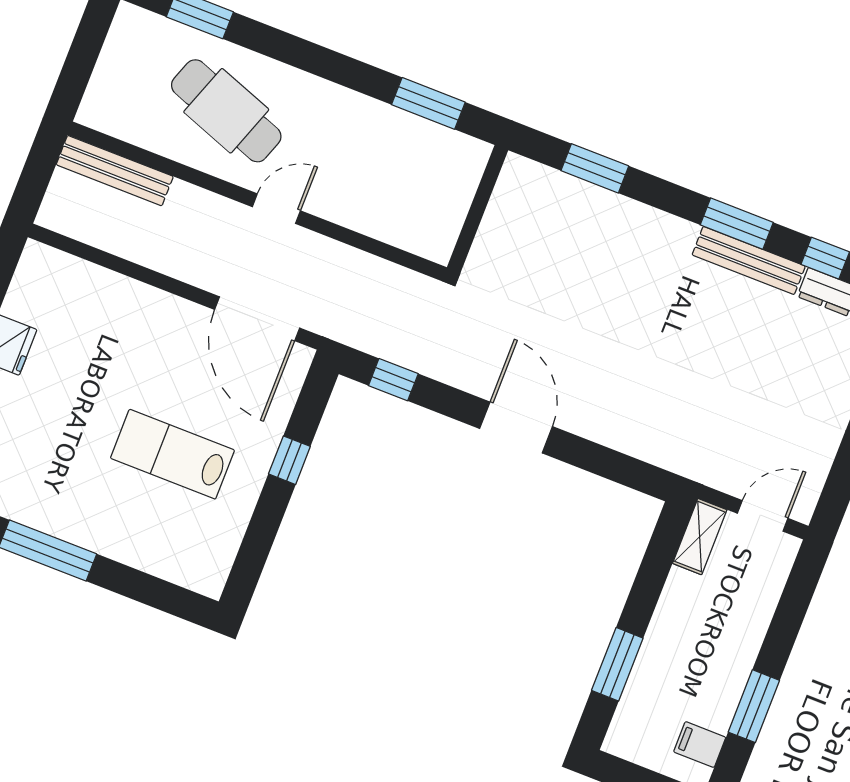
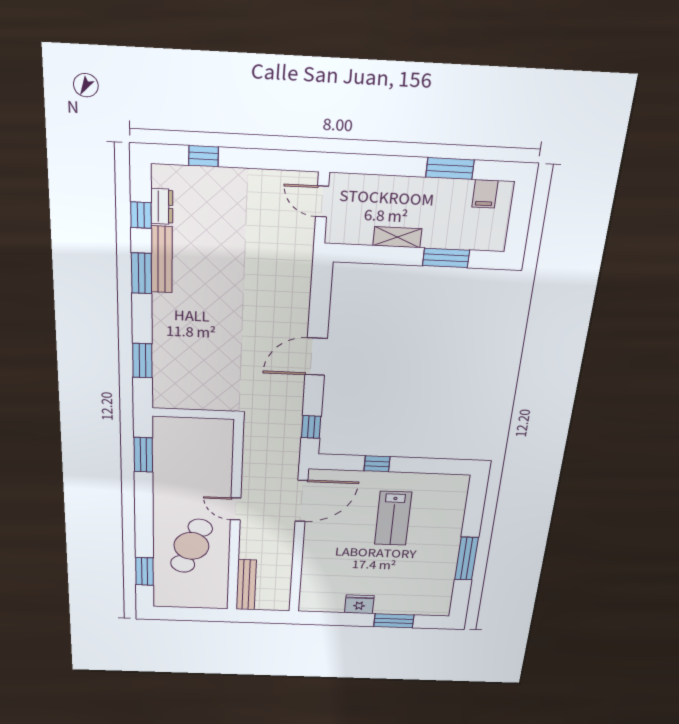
shelving: (700, 537) -> (397, 237), moved

